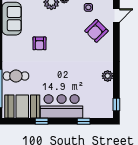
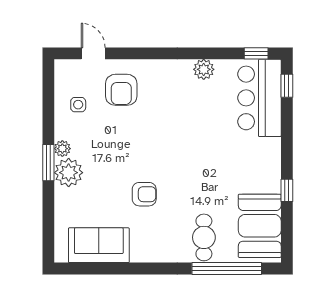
armchair: (96, 31) -> (121, 90), turned 45
bar counter: (62, 106) -> (259, 98), moved
window: (84, 121) -> (287, 86), moved

